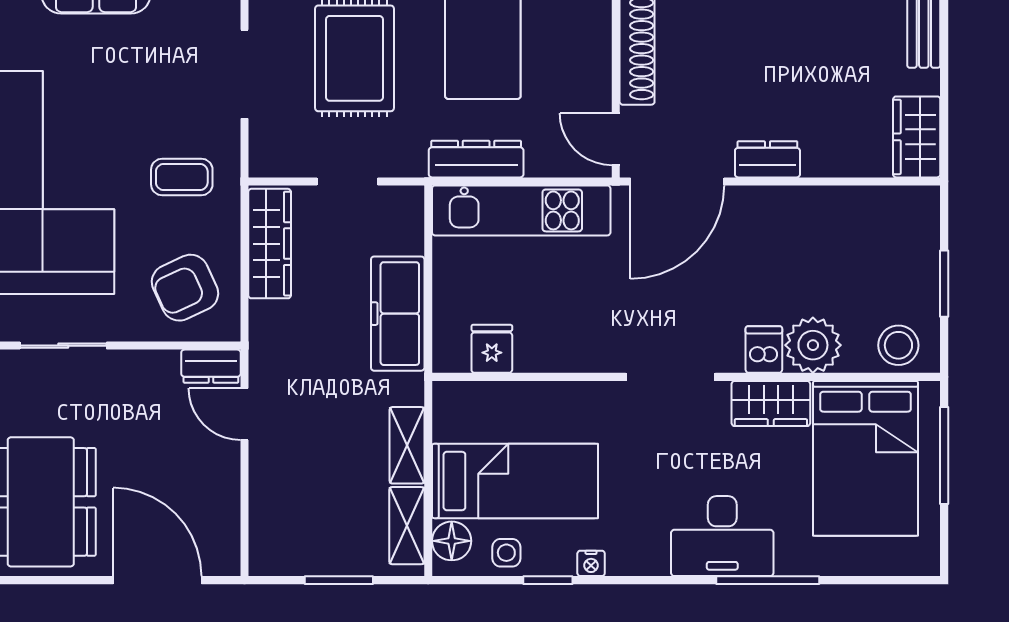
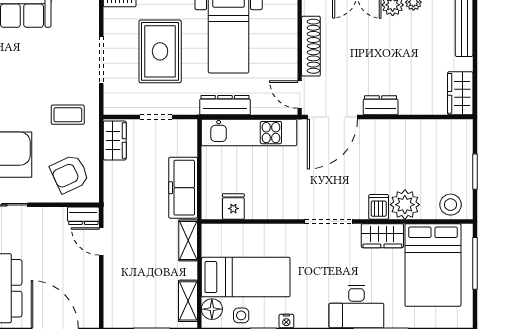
wardrobe: (270, 244) -> (115, 141), width x0.67
shelving: (407, 445) -> (188, 240), moved

